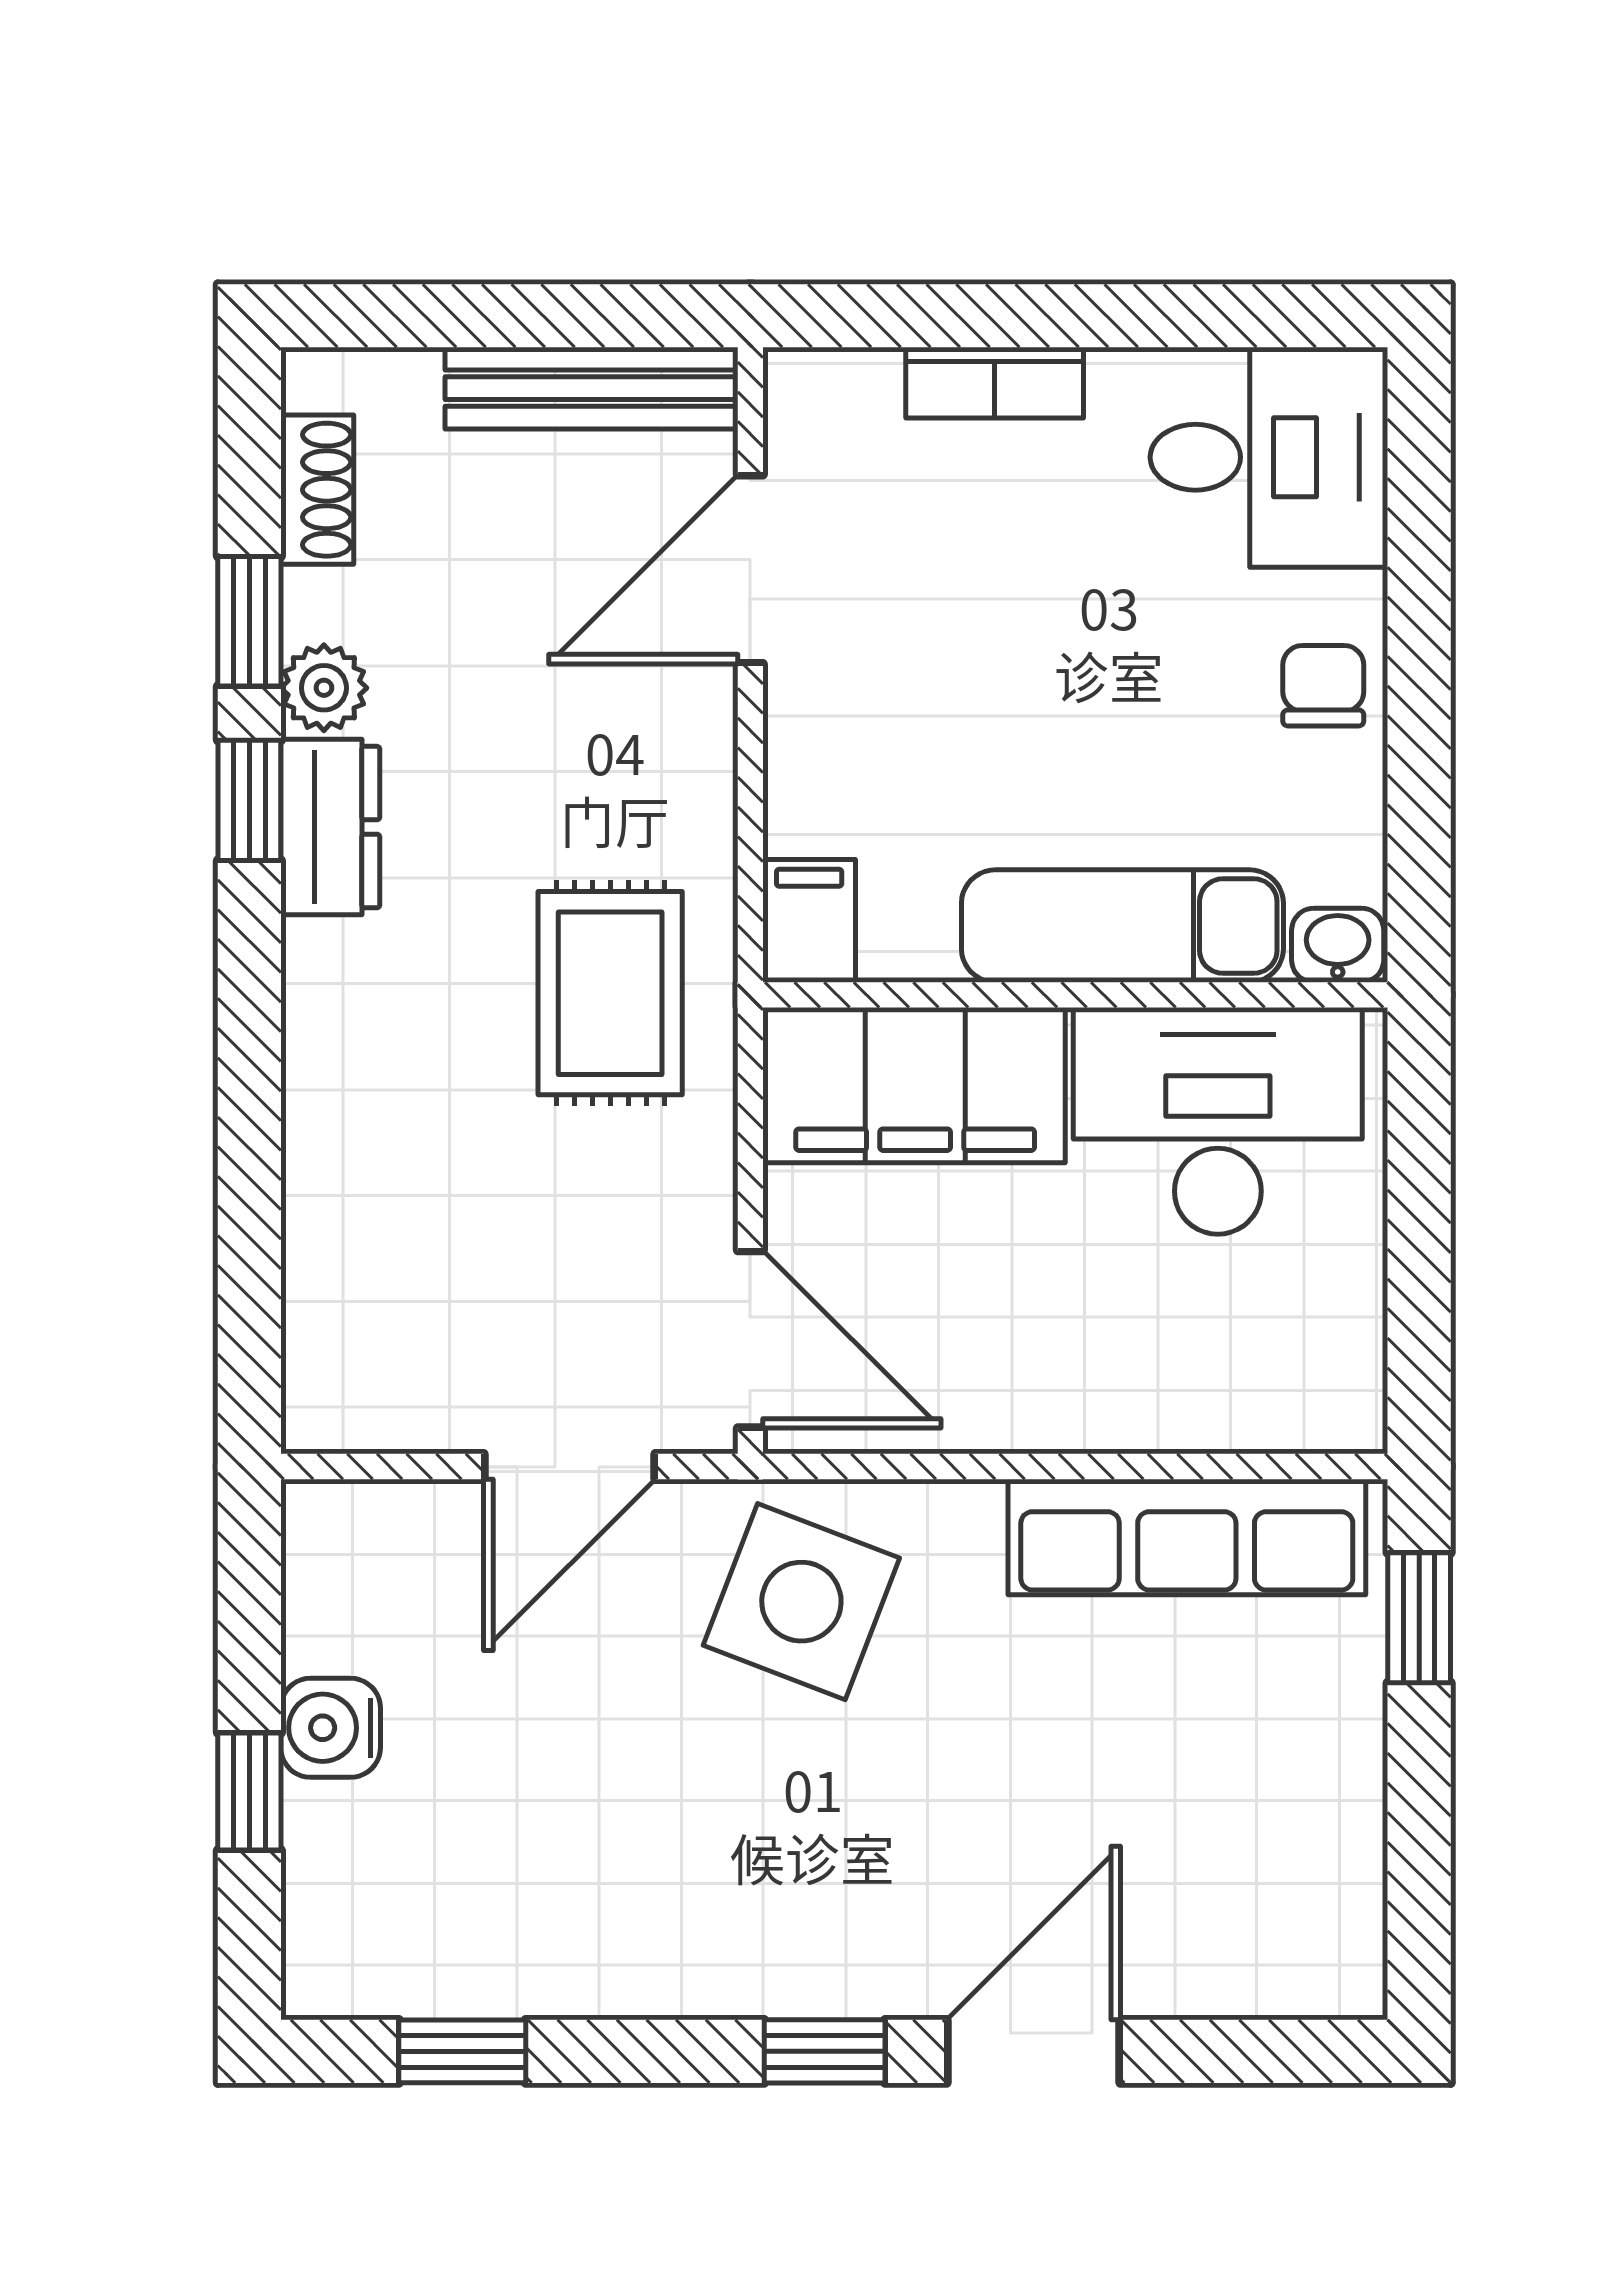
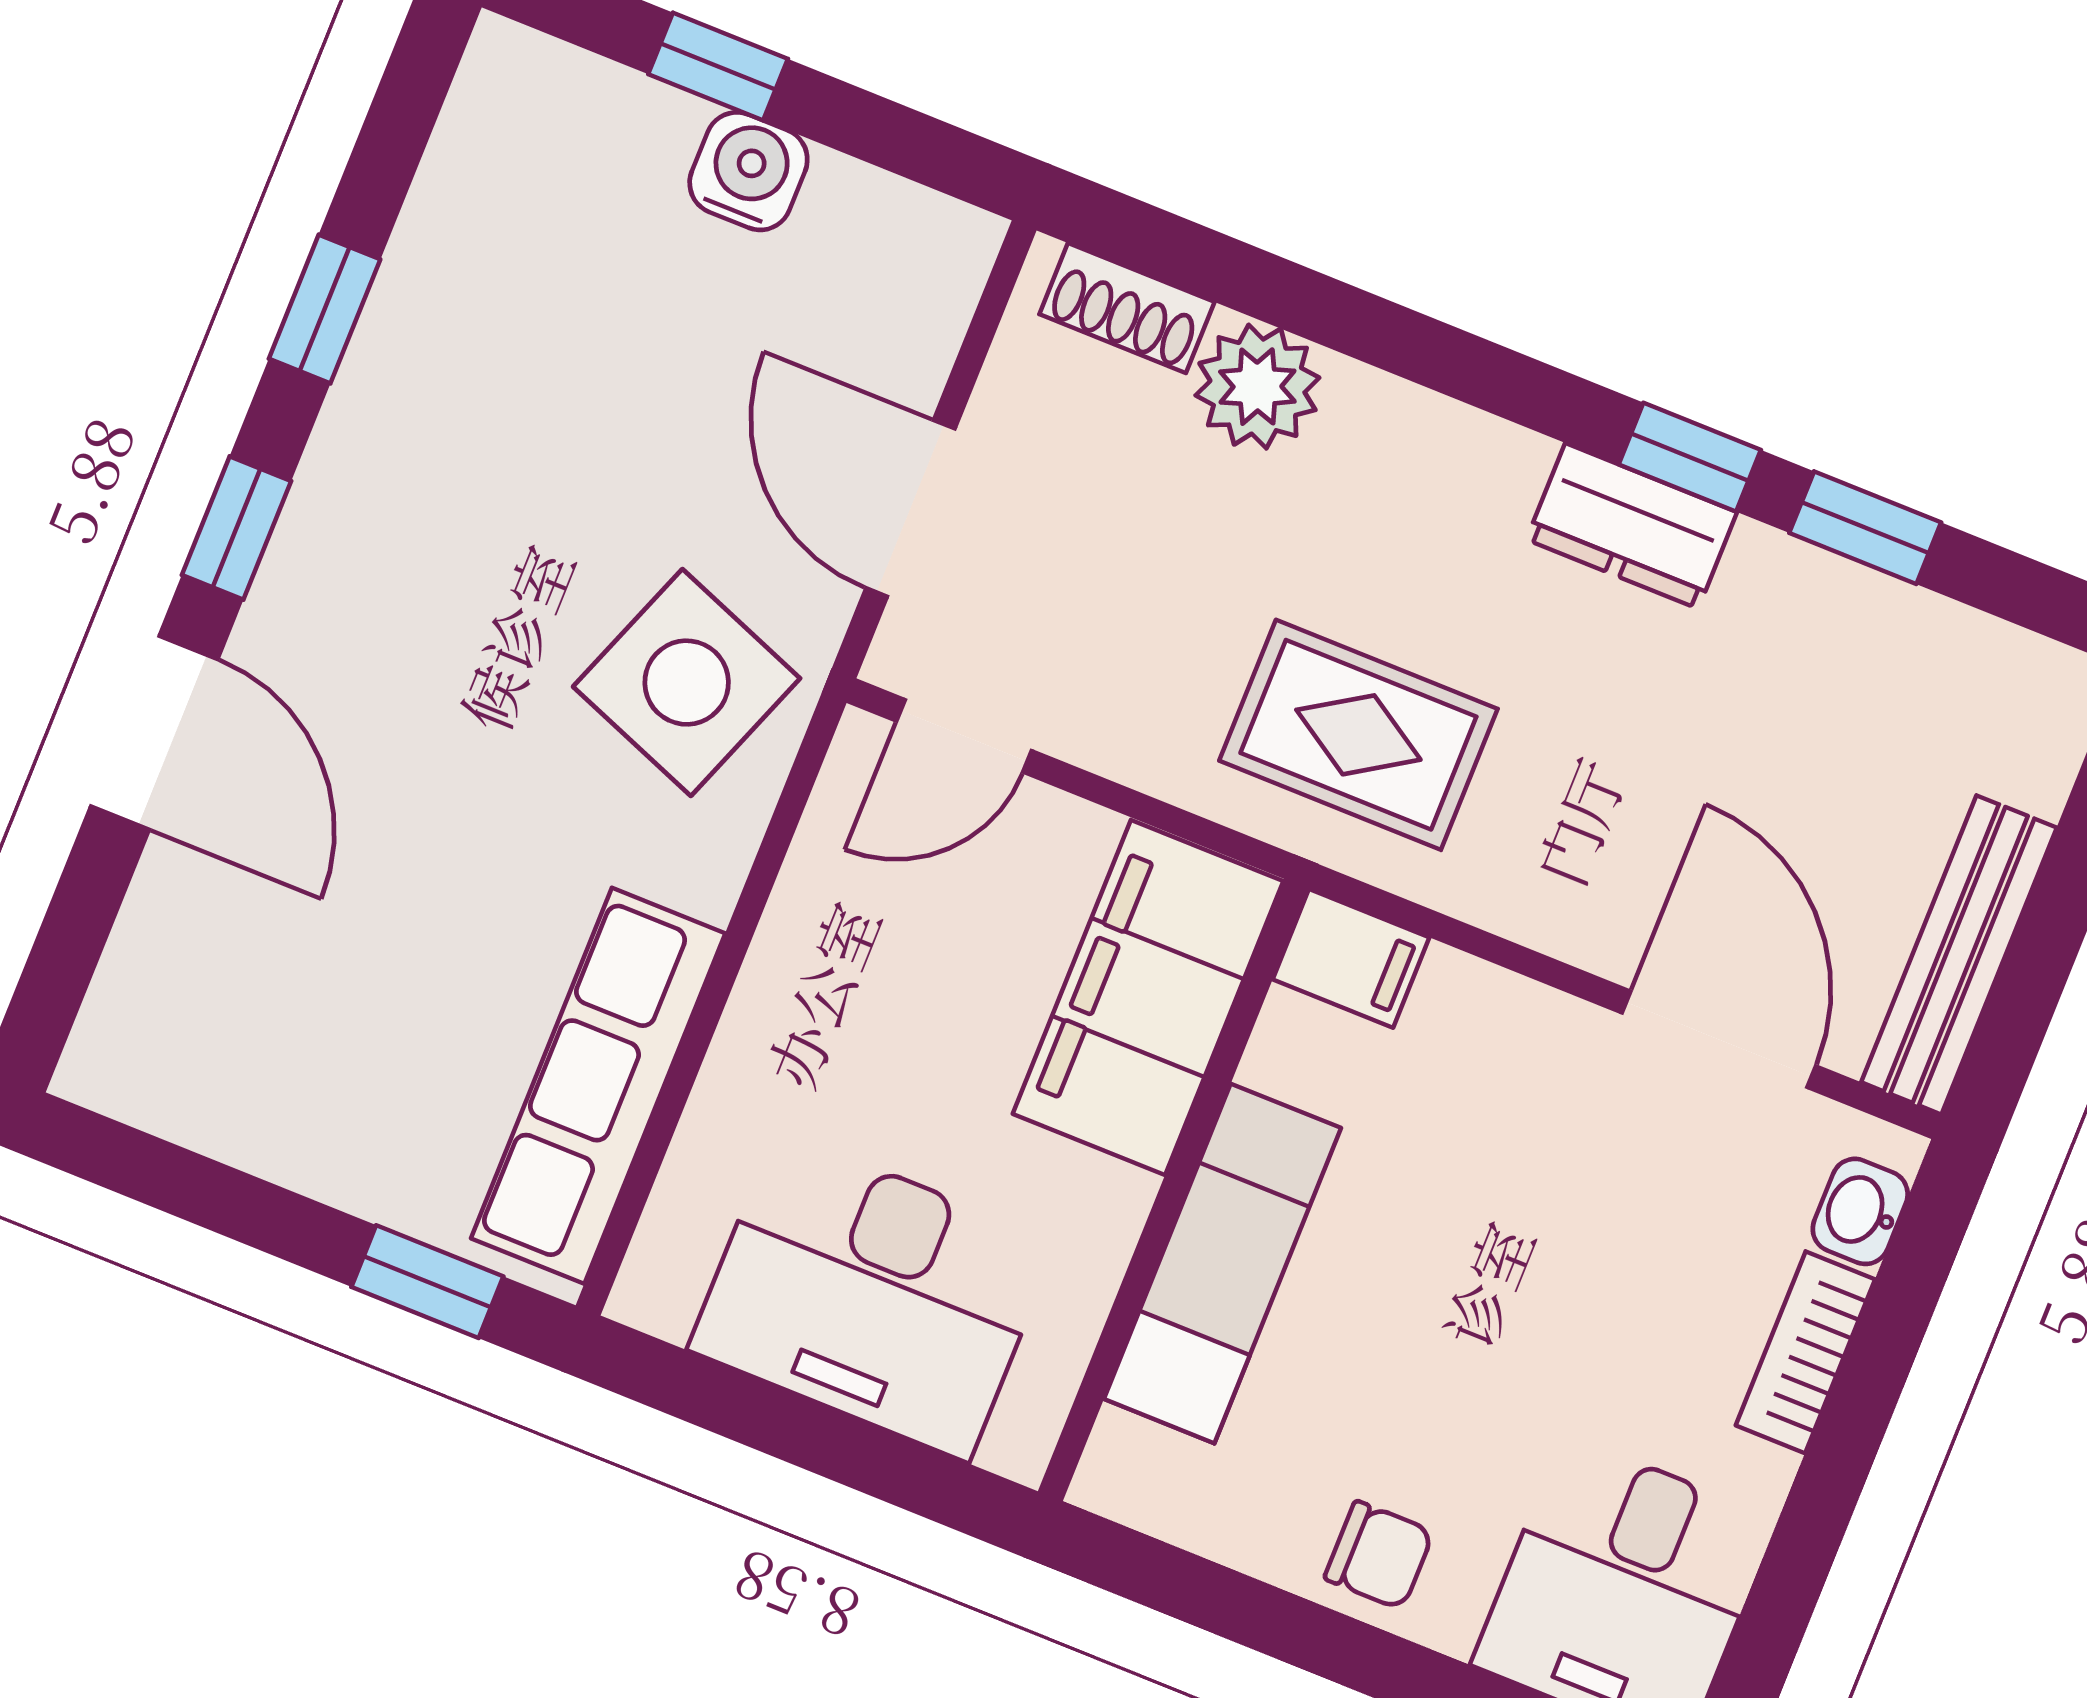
shoe rack: (317, 490) -> (1127, 308), moved
plant: (324, 688) -> (1257, 387), moved, width x1.38, depth x1.38
washbasin: (1338, 945) -> (1860, 1211), moved, turned 180
desk: (1218, 1121) -> (872, 1296), moved, turned 90
door: (750, 1339) -> (964, 736), width x0.73
window: (462, 2051) -> (325, 309), moved

